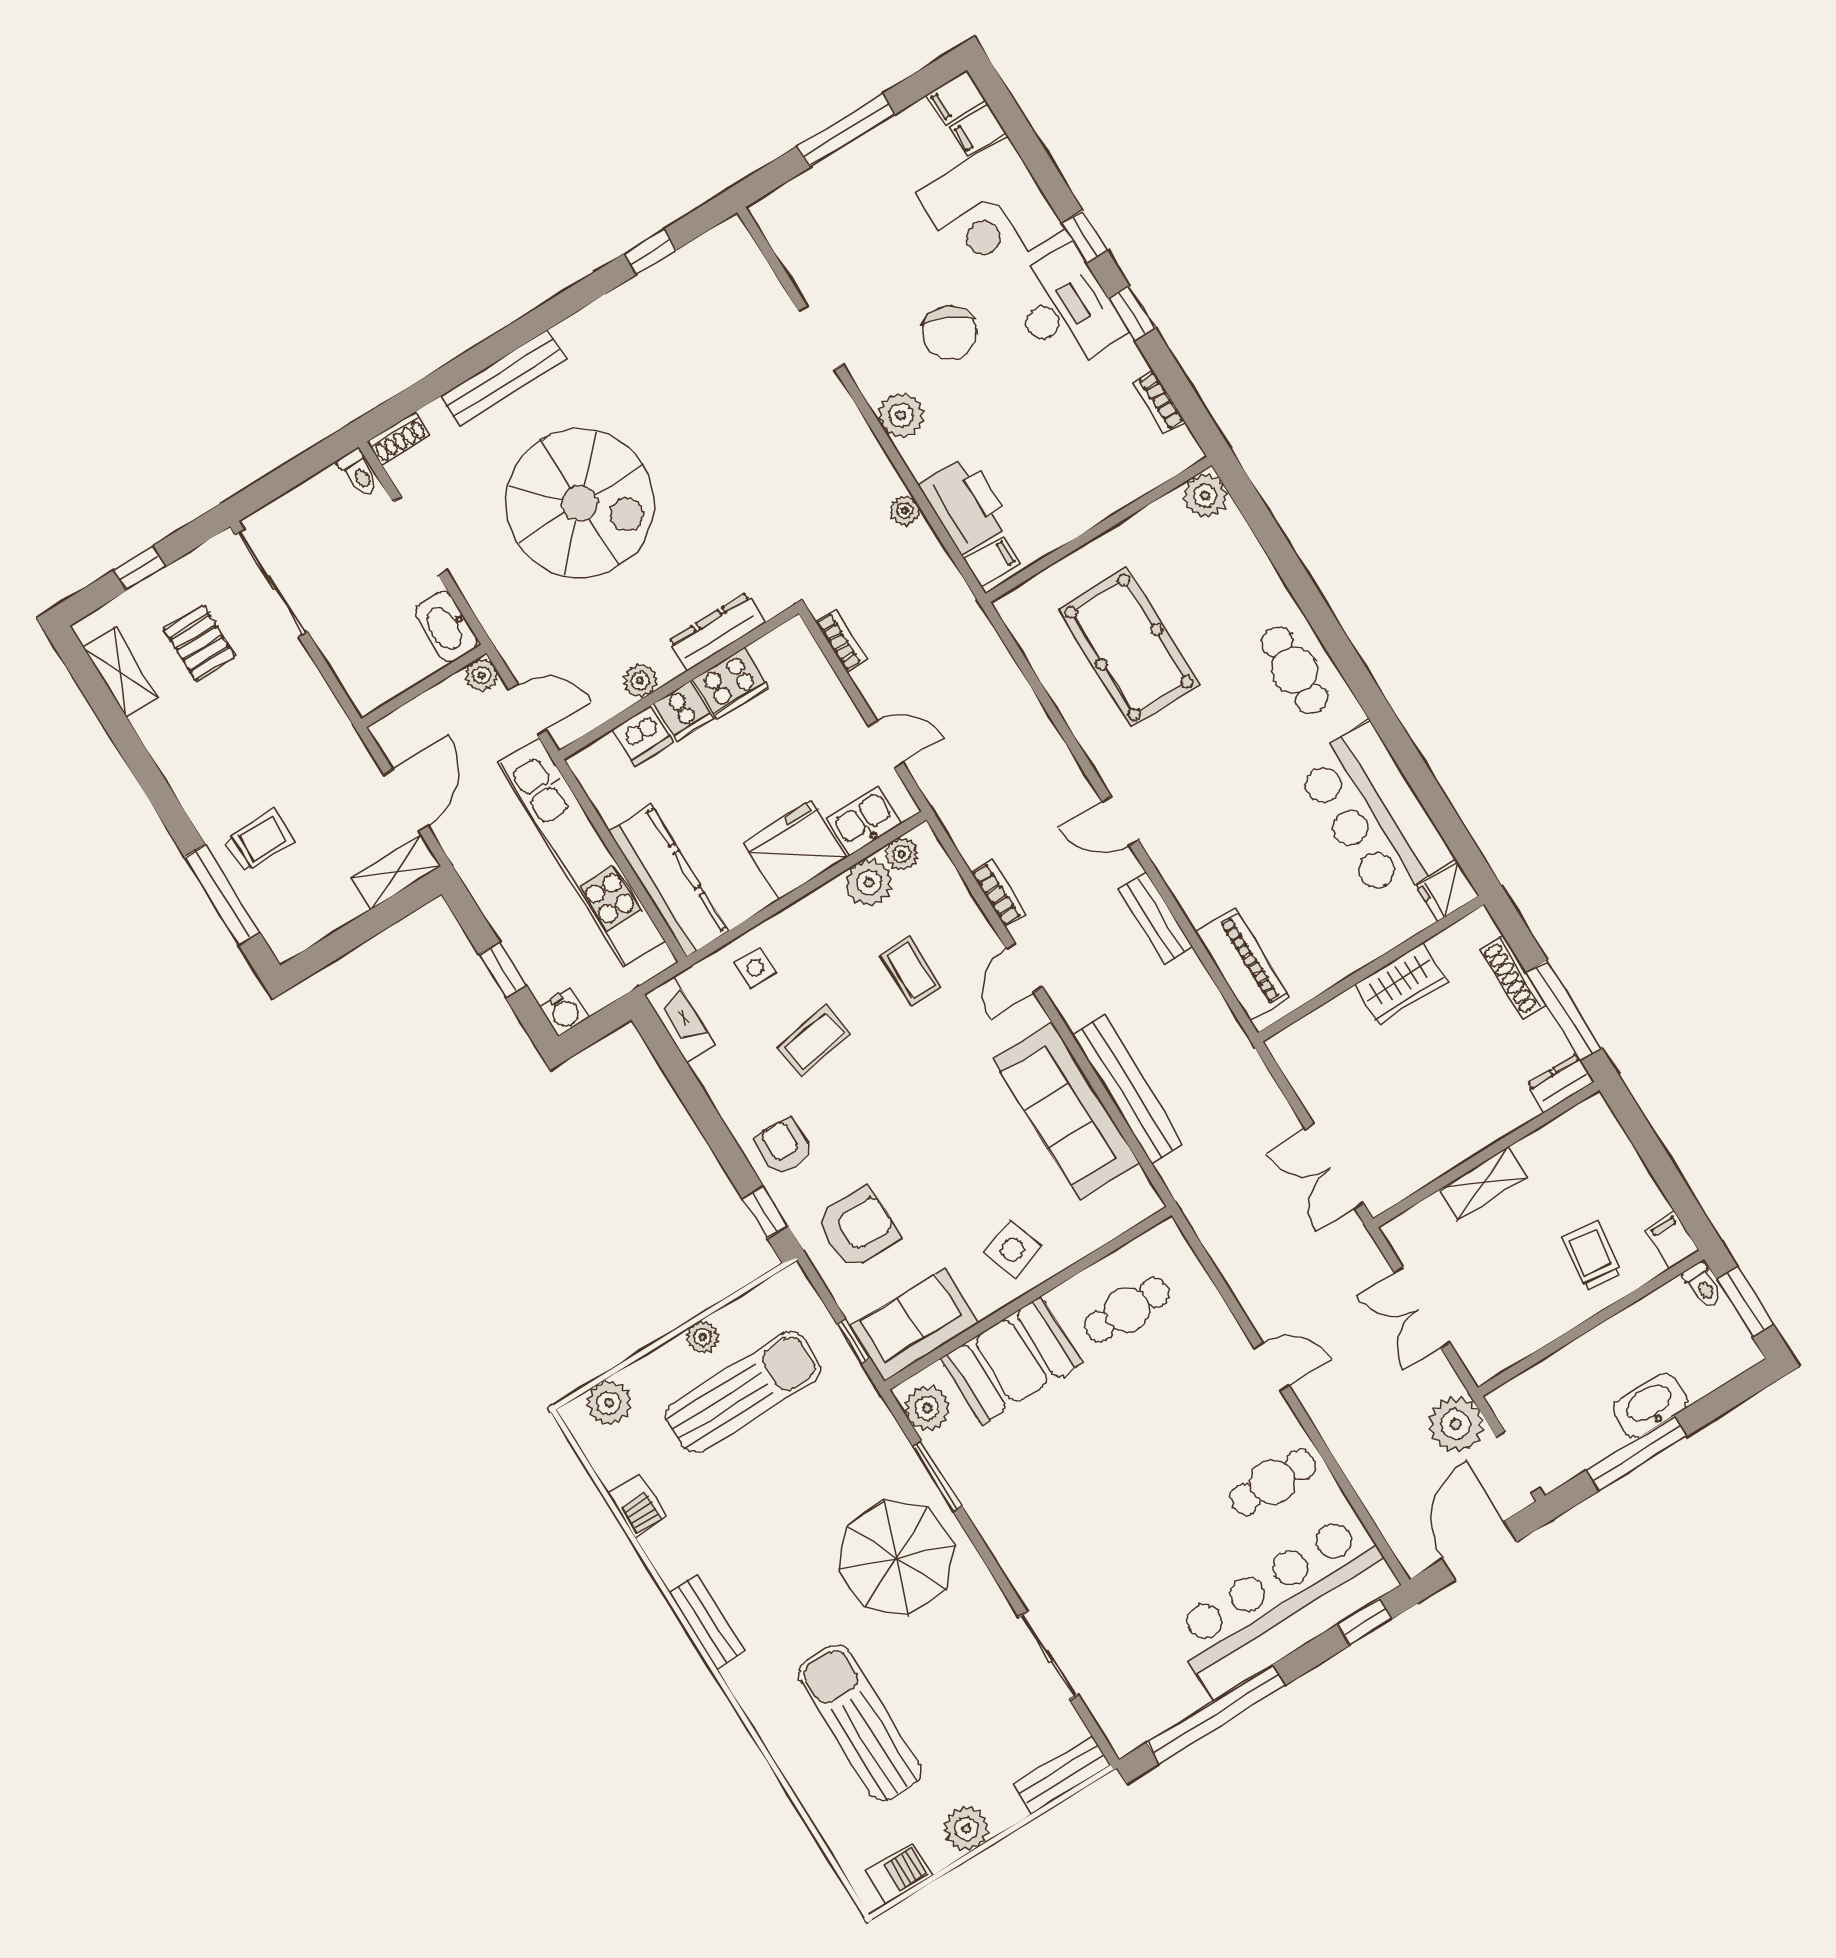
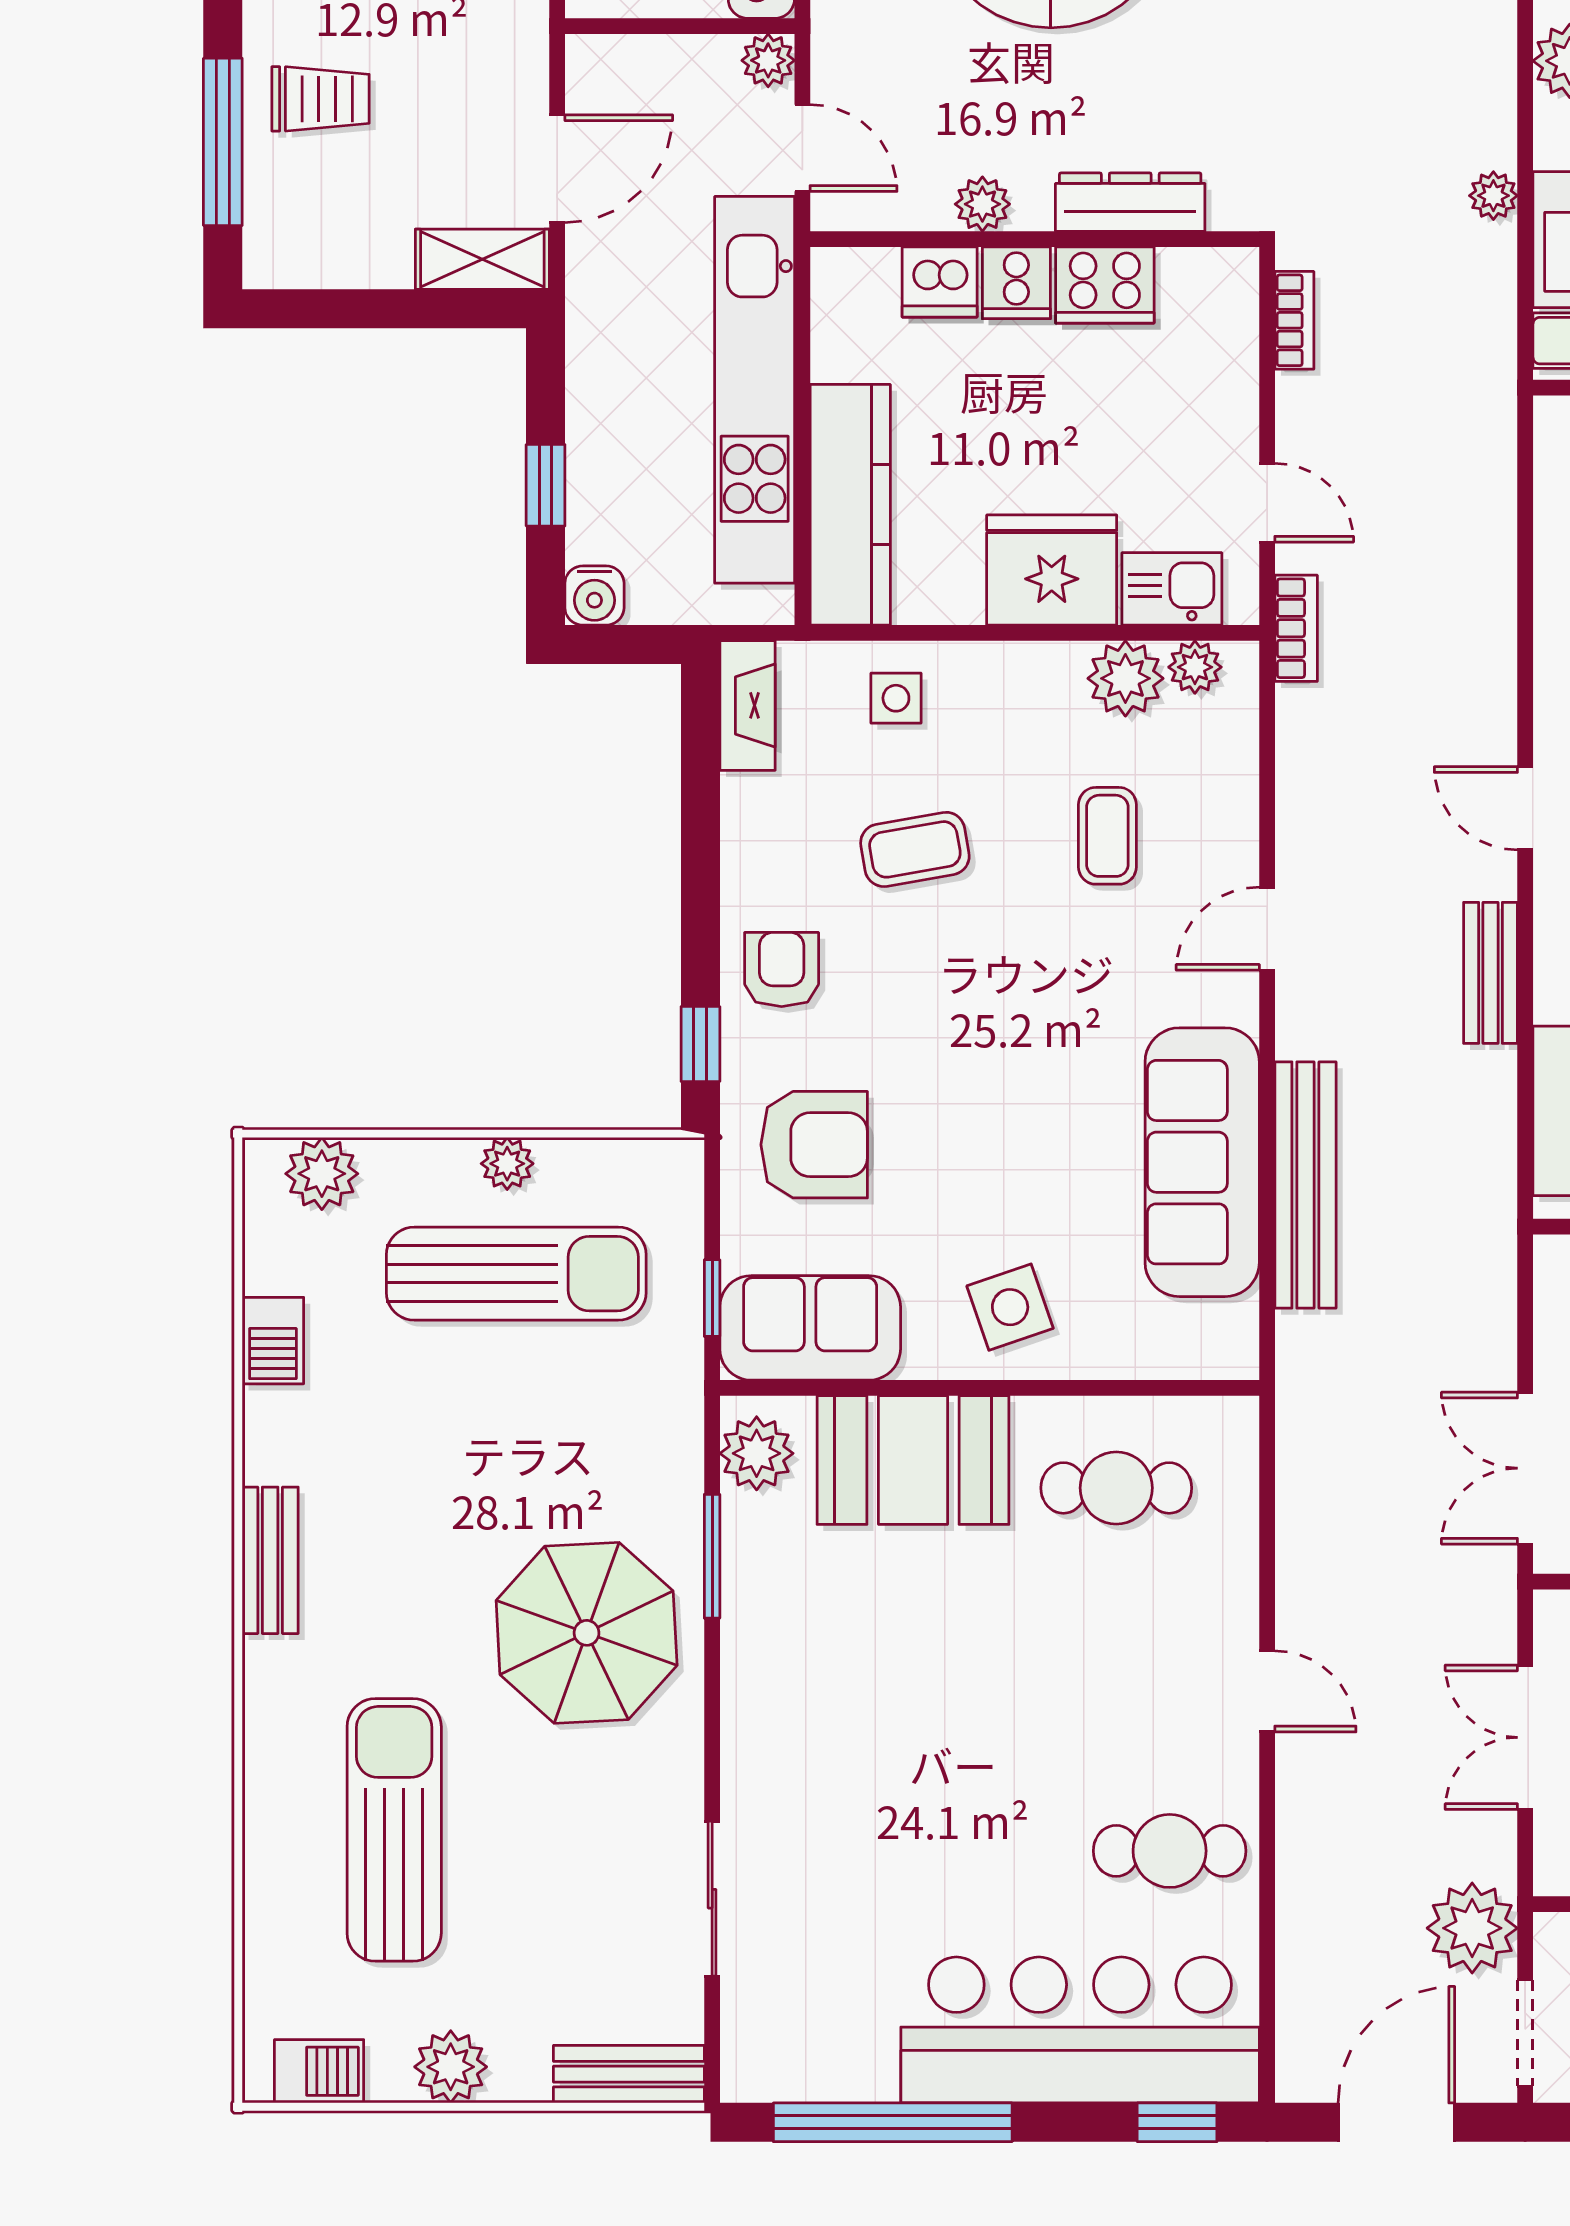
bookcase: (999, 893) -> (1296, 628), moved

